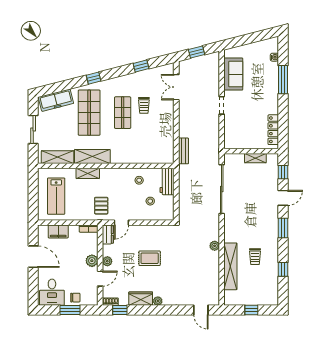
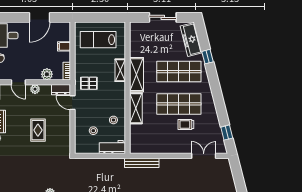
window: (196, 52) -> (238, 175), removed
window: (141, 66) -> (227, 133), moved
window: (94, 78) -> (208, 57), moved
shop shelf: (123, 113) -> (179, 104), width x1.43, depth x1.36
bench: (183, 151) -> (142, 163), width x1.36
shelving: (58, 157) -> (136, 108), moved
filing cabinet: (58, 231) -> (64, 46), width x0.50
plant: (92, 261) -> (47, 74), moved

